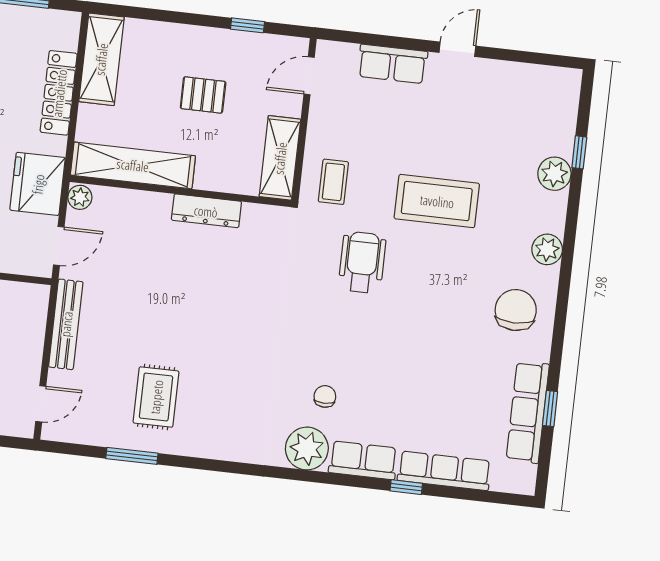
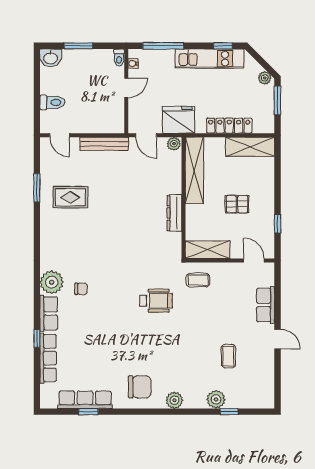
pallet: (203, 95) -> (237, 204), turned 90
coffee table: (437, 201) -> (228, 356), moved, width x0.54, depth x0.58

